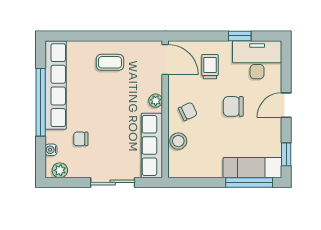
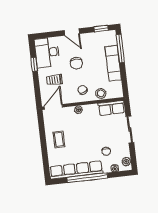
row of seats: (152, 146) -> (111, 108), width x0.68
exam couch: (252, 168) -> (113, 63), moved

